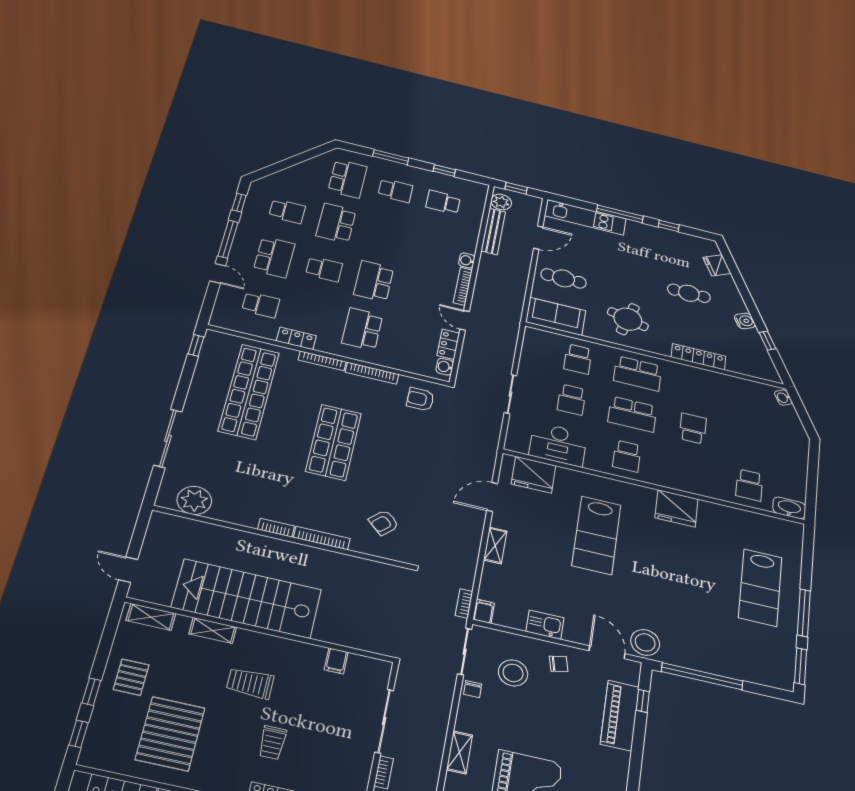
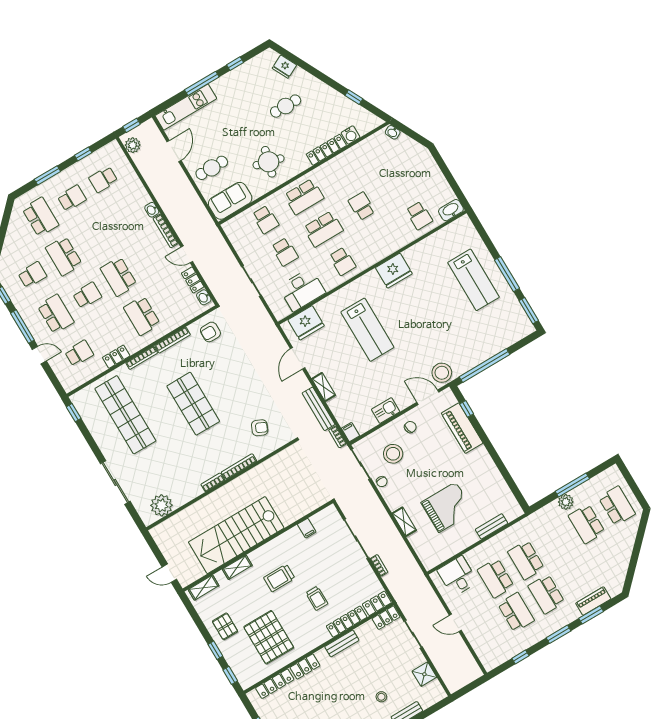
bench: (493, 231) -> (319, 409), moved
water cooler: (745, 321) -> (351, 135), moved, turned 117
armchair: (384, 523) -> (260, 428), turned -110

